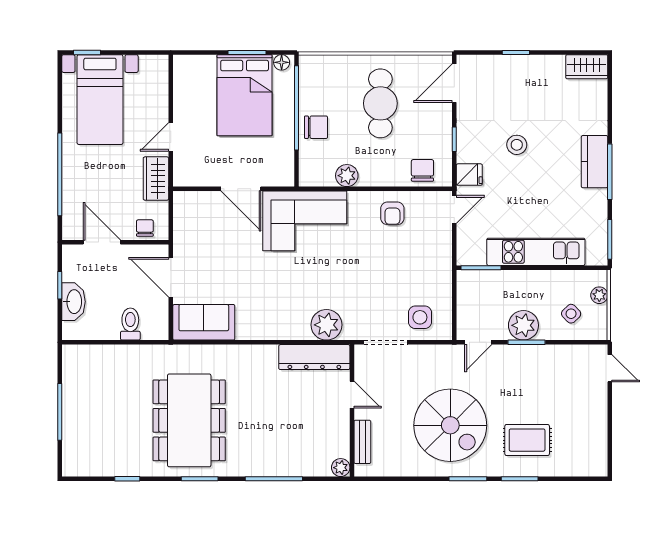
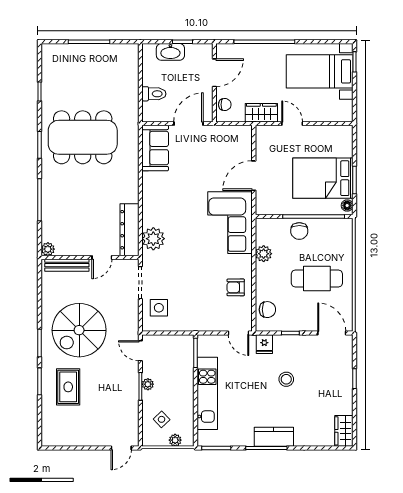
plant: (523, 325) -> (148, 384), width x0.53, depth x0.53
bench: (362, 442) -> (67, 265), width x1.36

